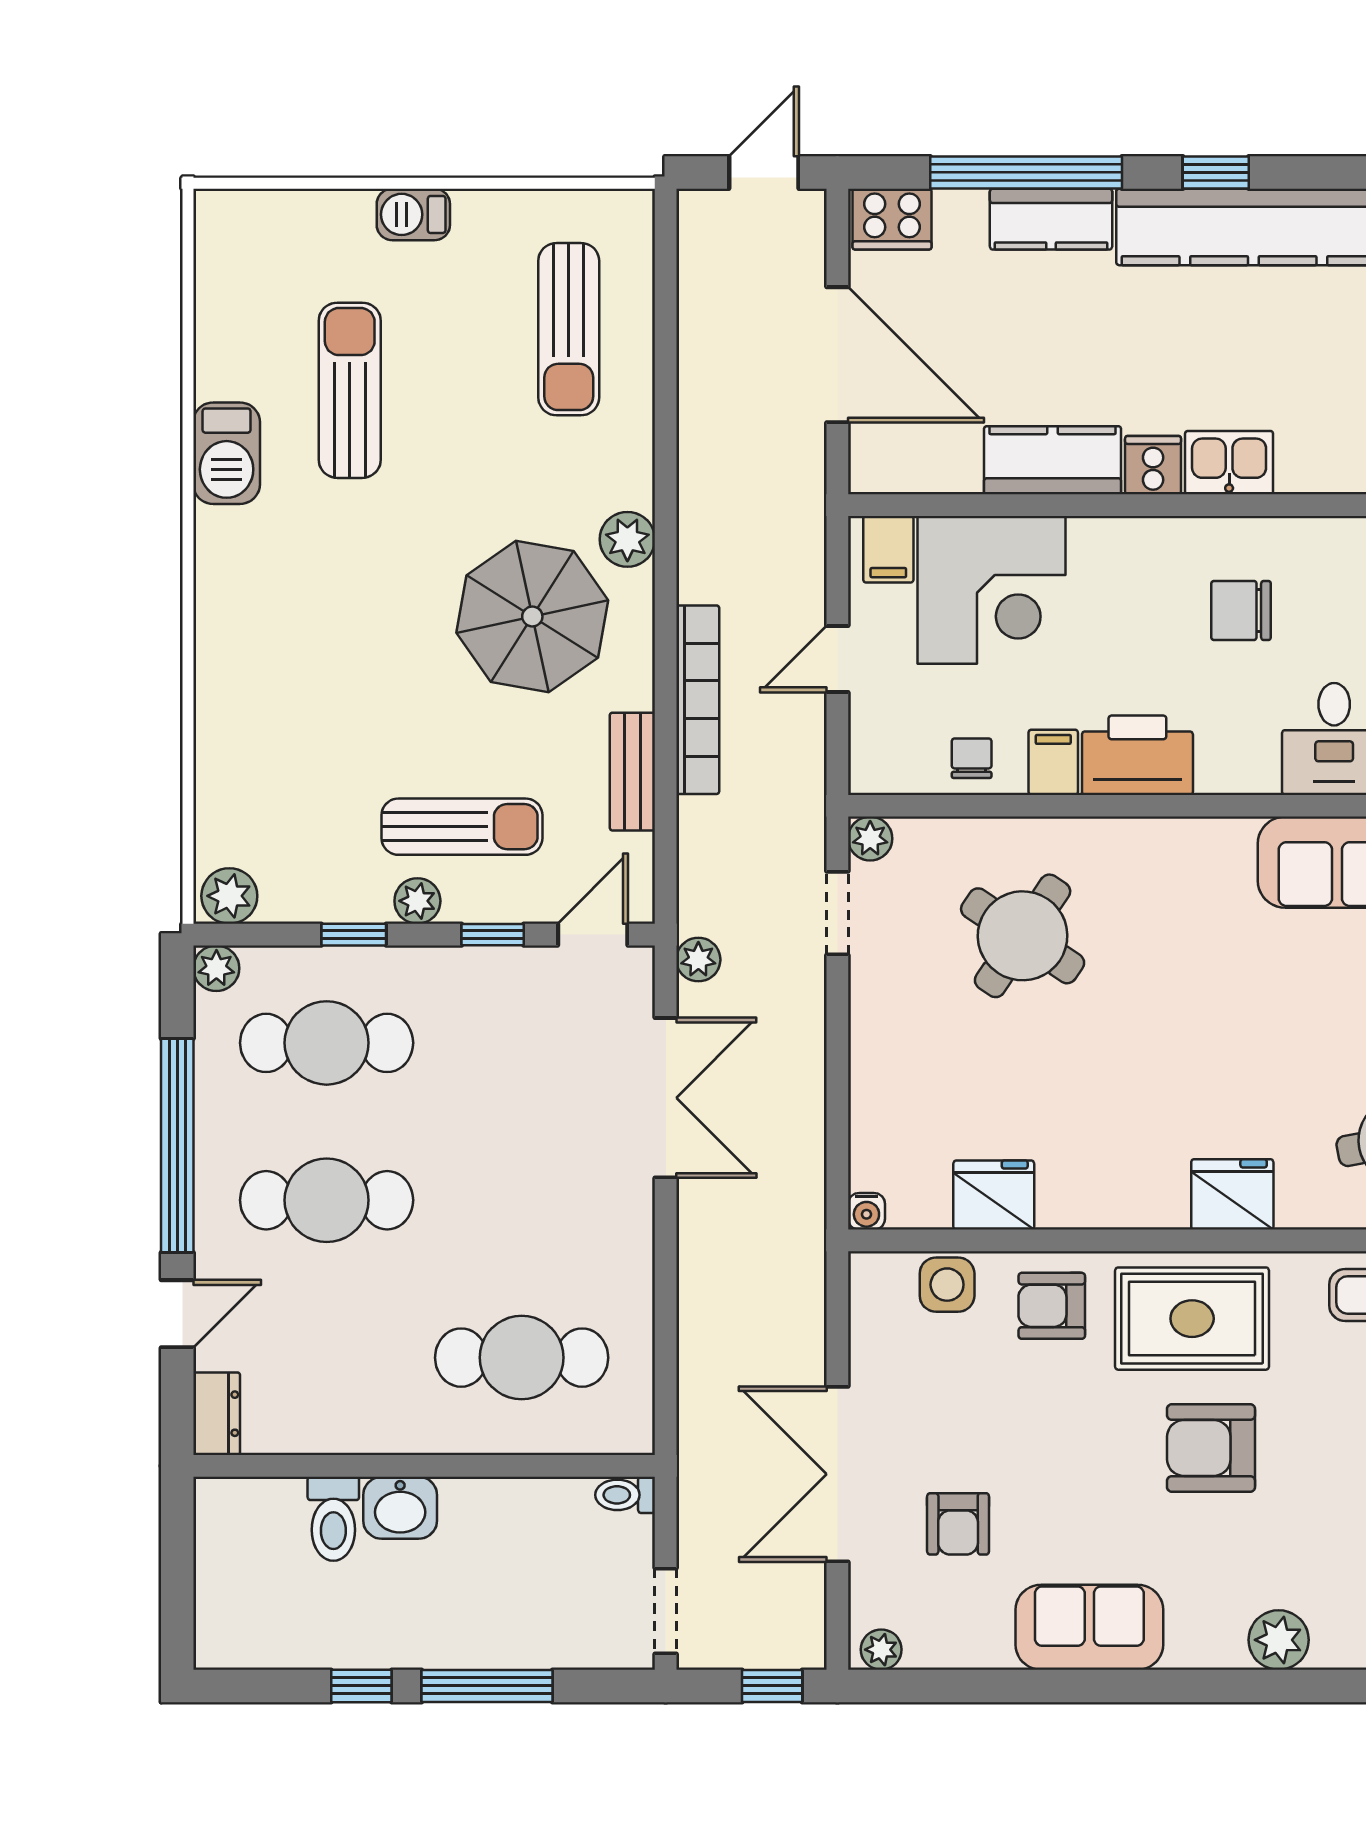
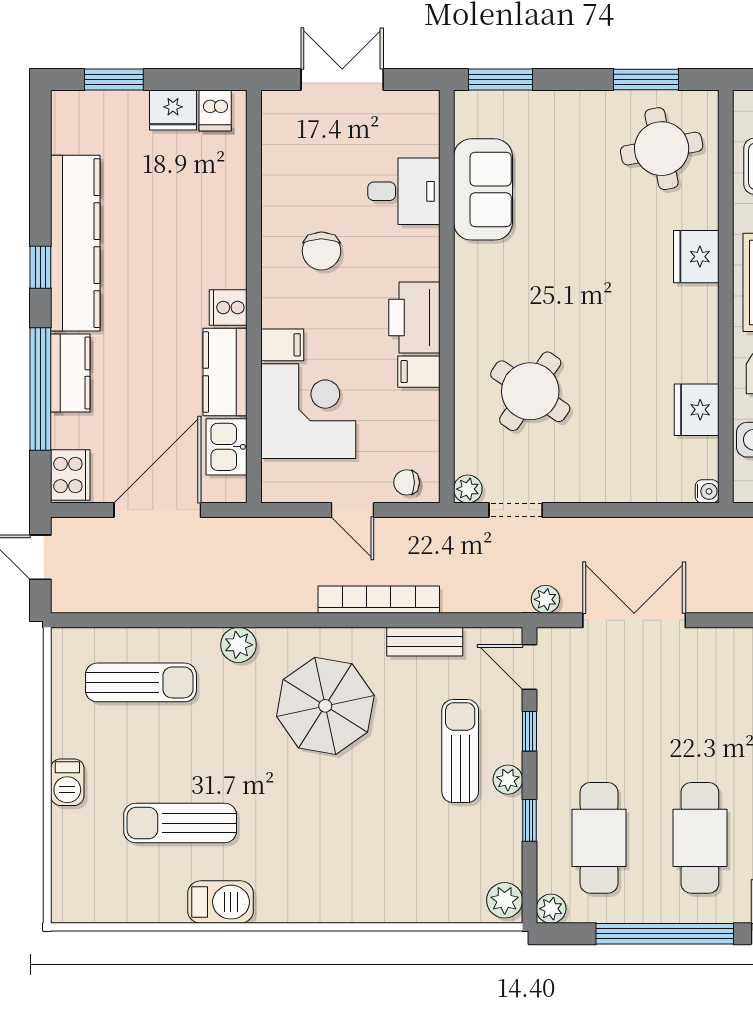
kitchen sink: (1229, 463) -> (227, 447), moved
plant: (627, 539) -> (238, 645), moved
filing cabinet: (888, 549) -> (282, 345), moved
chair: (972, 758) -> (407, 482), moved

